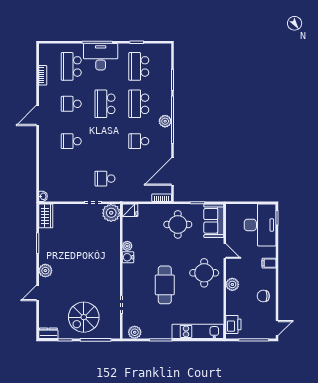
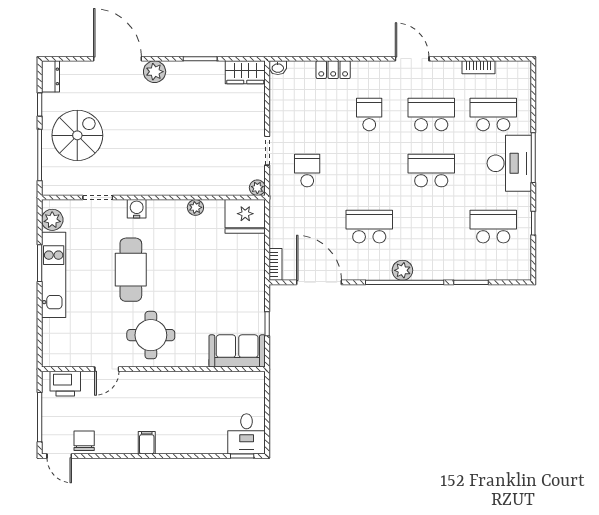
school desk: (71, 104) -> (431, 115), width x1.85
school desk: (139, 104) -> (431, 227), removed
school desk: (139, 141) -> (369, 227), width x1.85
locker: (44, 163) -> (333, 70), added
fridge: (130, 210) -> (245, 216), width x1.88, depth x1.34
plant: (111, 213) -> (257, 188), width x0.53, depth x0.53
round table: (178, 224) -> (231, 291), removed
desk: (260, 225) -> (247, 434), width x0.53, depth x0.77
door: (225, 251) -> (107, 369), moved
water cooler: (128, 257) -> (137, 209), moved
filing cabinet: (269, 263) -> (147, 443), moved
plant: (232, 284) -> (132, 382), removed
cafe table: (165, 285) -> (131, 270), turned 90
door: (38, 293) -> (118, 59), width x1.87
chair: (263, 296) -> (84, 441), moved
spiral stairs: (84, 317) -> (77, 135), turned 90
kitchen unit: (198, 331) -> (54, 275), moved

